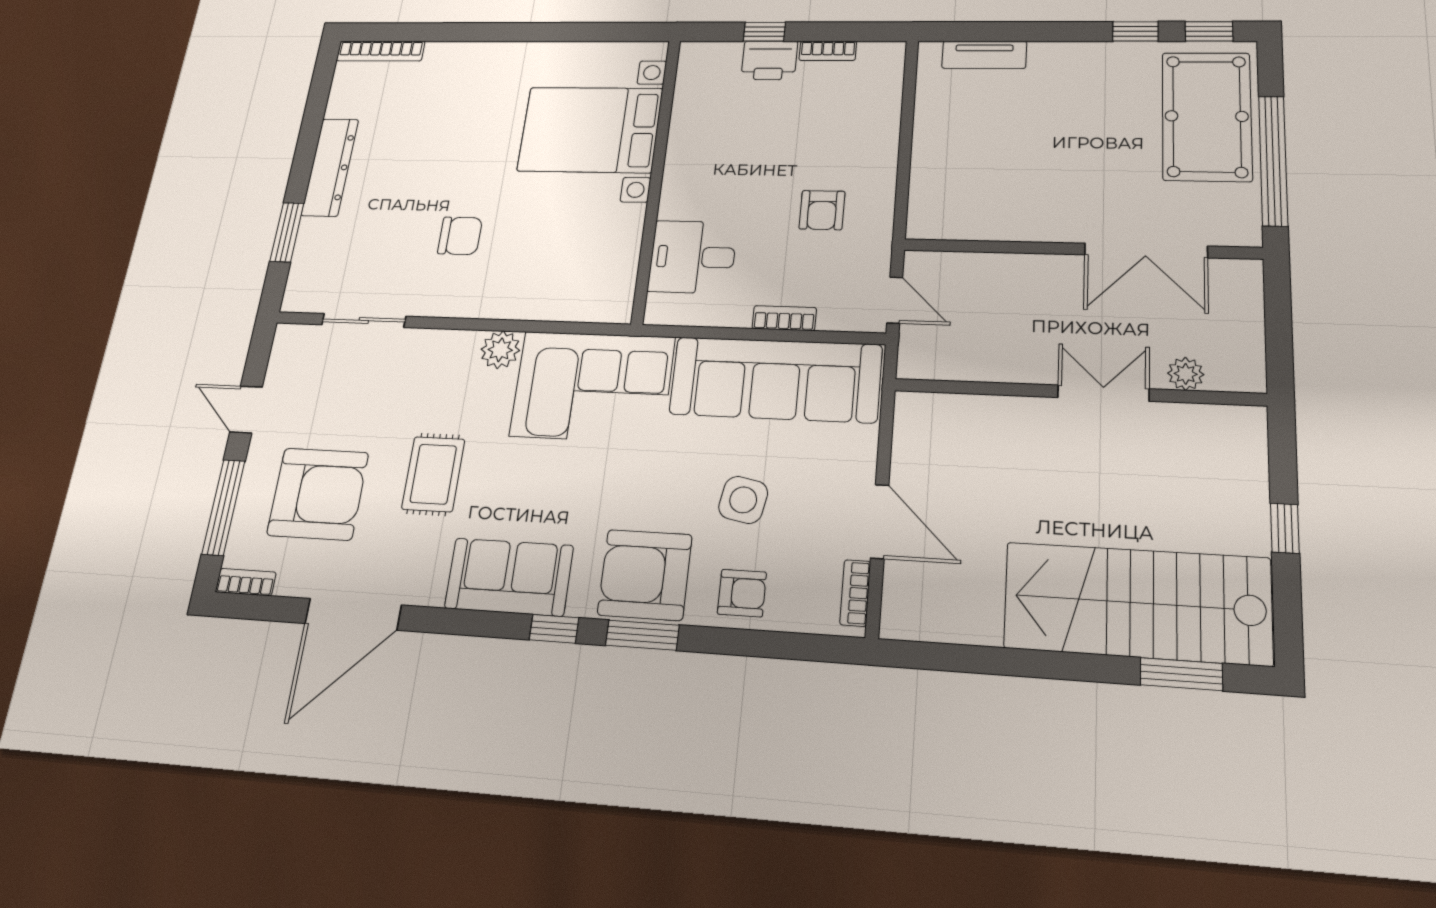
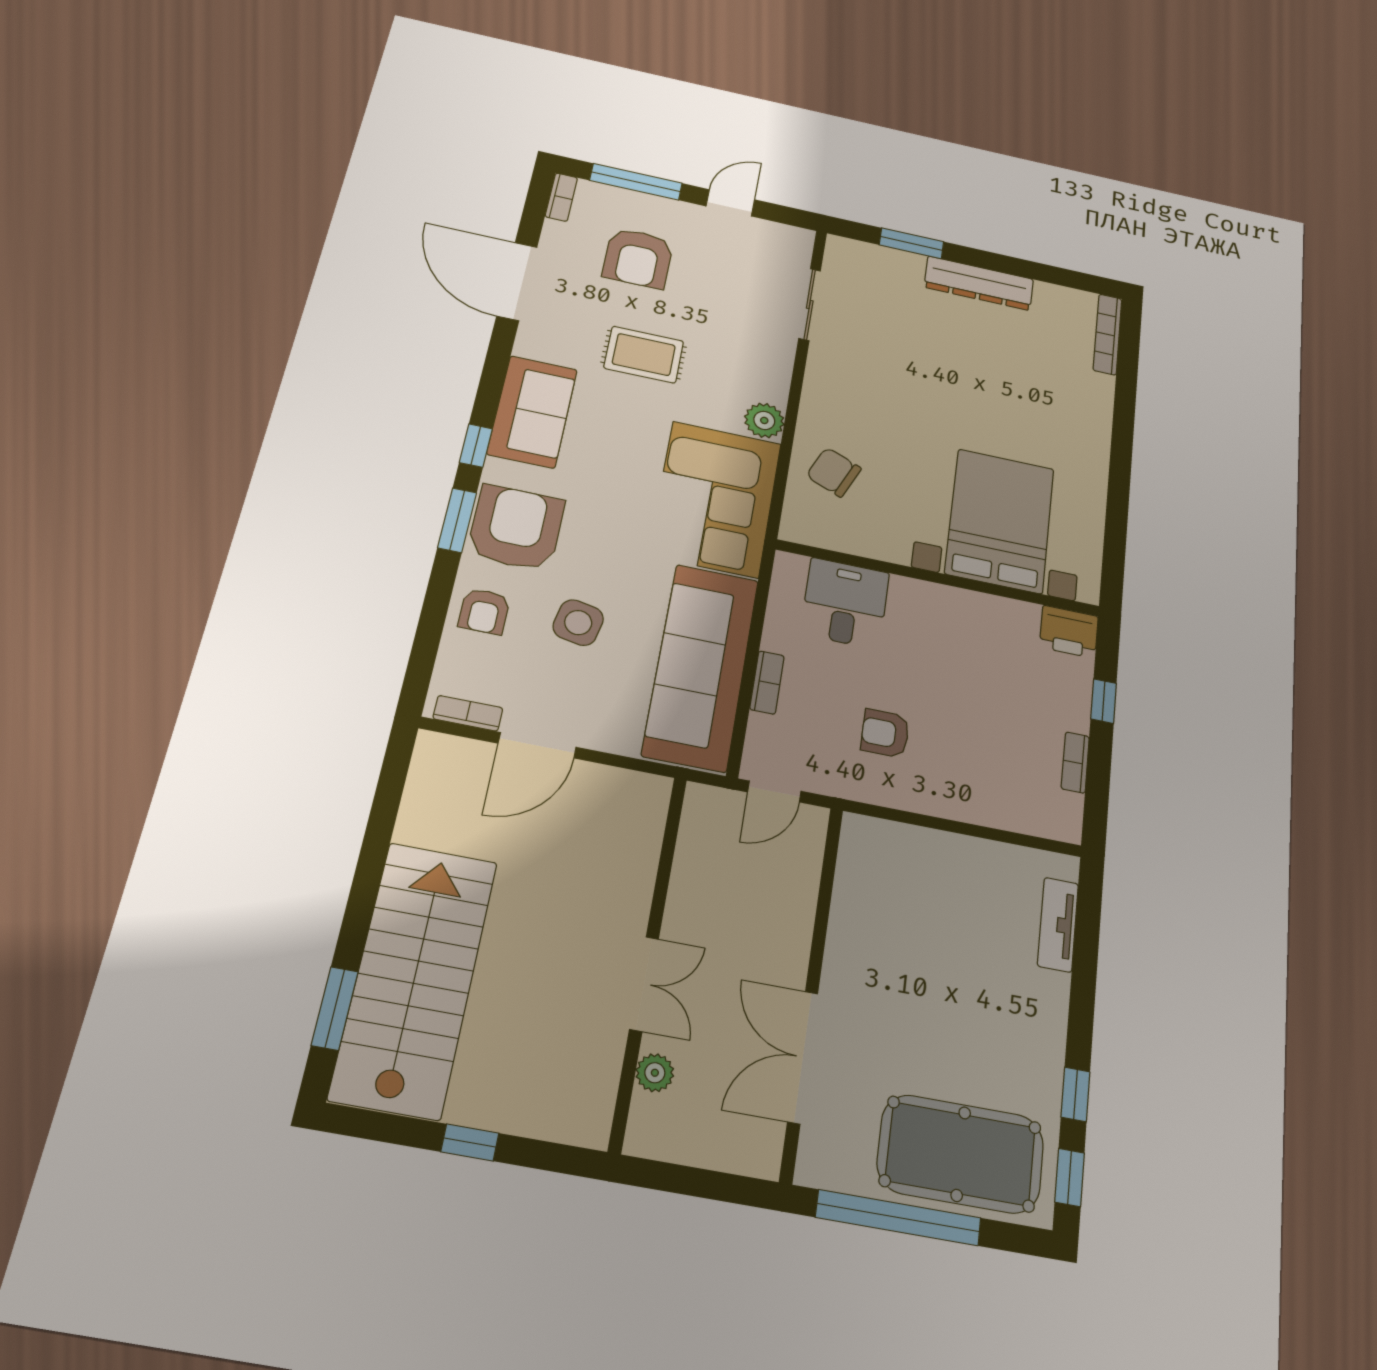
printer: (769, 60) -> (1069, 632), moved, turned -90
chair: (460, 236) -> (834, 472), moved, turned 113
armchair: (318, 494) -> (638, 258), width x0.73, depth x0.73

